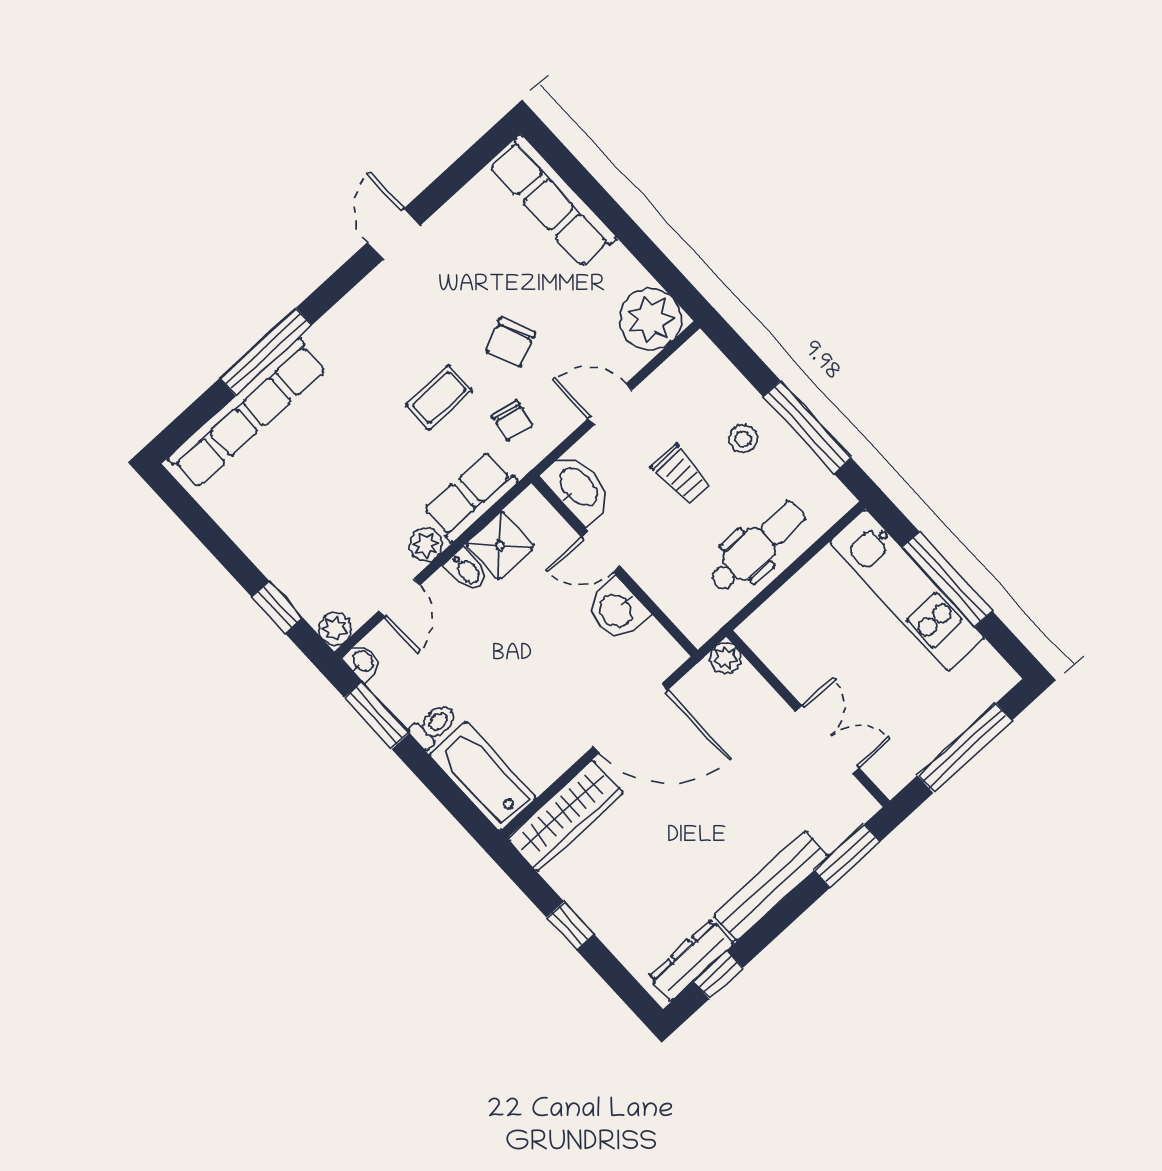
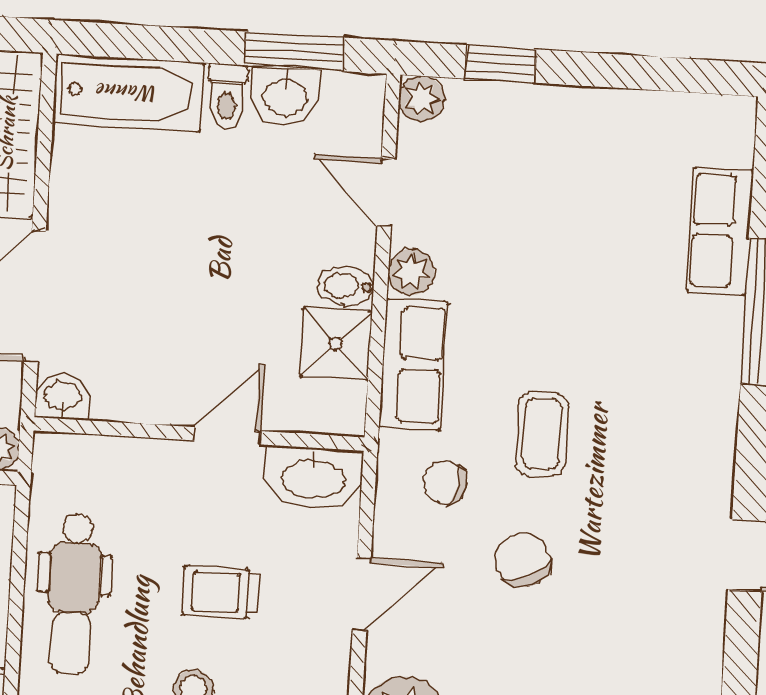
row of seats: (247, 414) -> (720, 231), width x0.50
washbasin: (617, 610) -> (63, 397), moved, width x0.72, depth x0.69
washbasin: (363, 662) -> (285, 96), moved, width x1.38, depth x1.45

